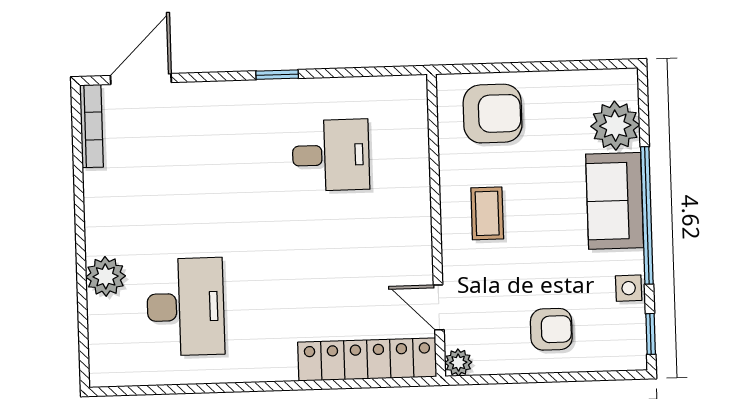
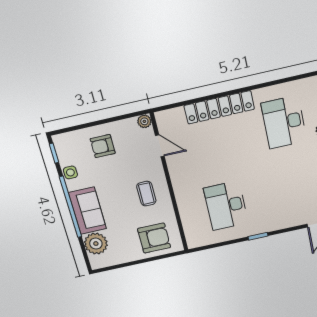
armchair: (493, 114) -> (154, 238), turned 180
desk: (331, 155) -> (226, 206), width x1.37
locker: (367, 360) -> (219, 107), moved

